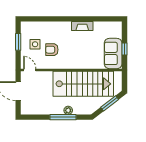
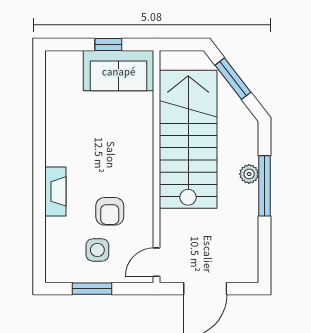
fireplace: (82, 26) -> (55, 191), moved

